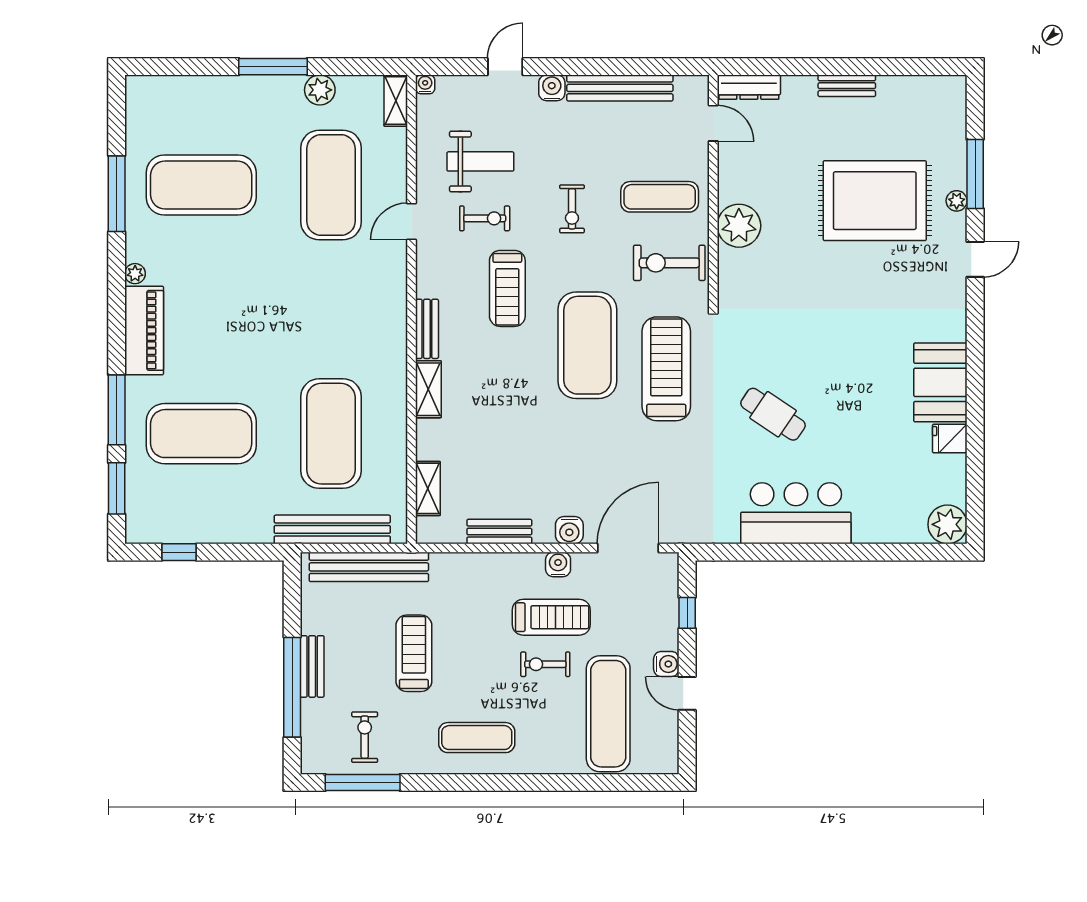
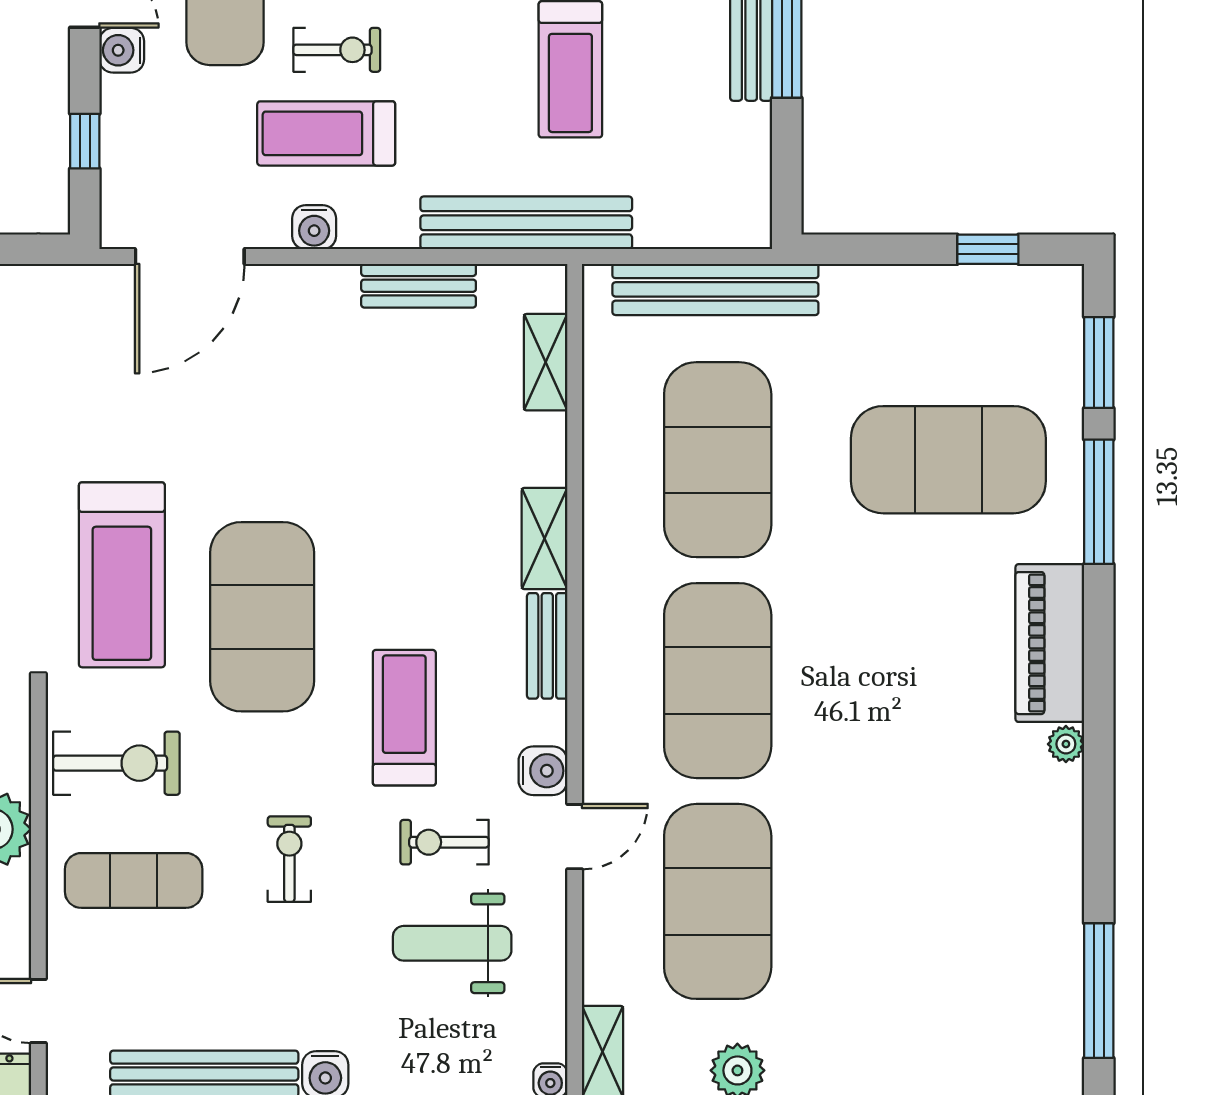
exercise mat: (201, 185) -> (718, 681), moved, turned 90
window: (117, 194) -> (1099, 991), moved
water cooler: (569, 530) -> (543, 771), moved, turned 90
bench: (369, 567) -> (526, 223), moved

